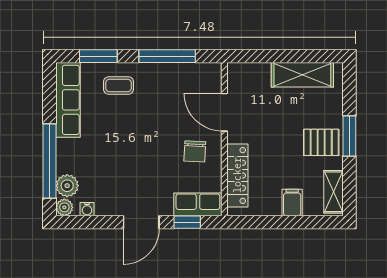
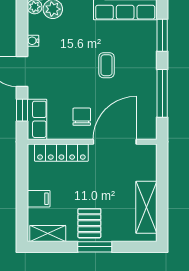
coffee table: (119, 85) -> (106, 65), moved
door: (224, 112) -> (115, 142), width x1.36
chair: (195, 151) -> (82, 117), turned 87
water cooler: (87, 209) -> (33, 41), moved

